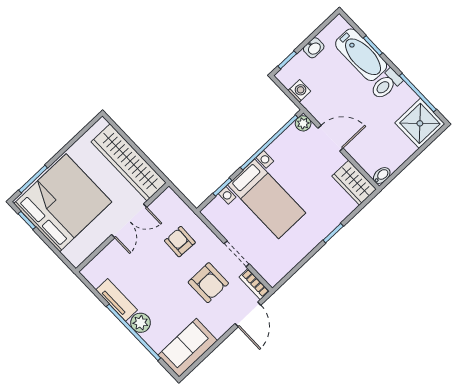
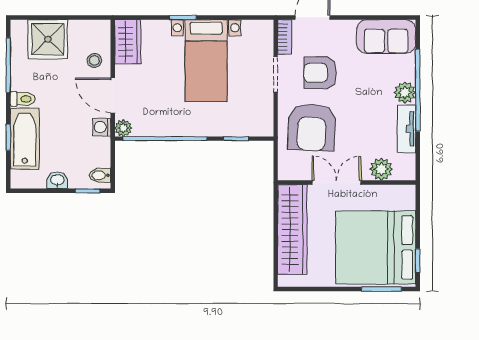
toilet: (386, 84) -> (23, 99), width x0.73, depth x0.72
washing machine: (299, 91) -> (102, 127), moved
shower: (420, 123) -> (48, 39), moved
stool: (364, 150) -> (94, 60), added
bidet: (382, 175) -> (100, 175), moved
bed with nightstands: (267, 199) -> (206, 61), moved, turned 180
armchair: (180, 242) -> (312, 127), width x1.88, depth x1.88
plant: (108, 258) -> (381, 169), added
armchair: (208, 283) -> (320, 73), turned -90

